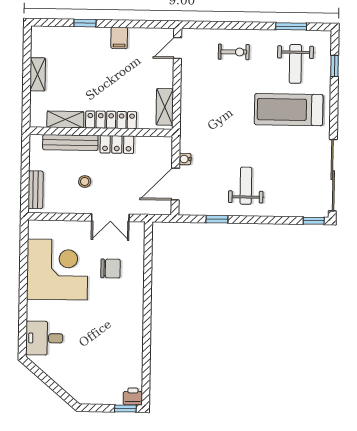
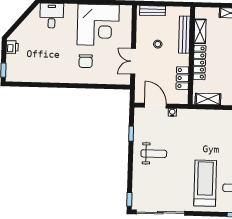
locker: (117, 144) -> (182, 78), moved
chair: (110, 269) -> (86, 61), moved
printer: (133, 396) -> (12, 47), moved

